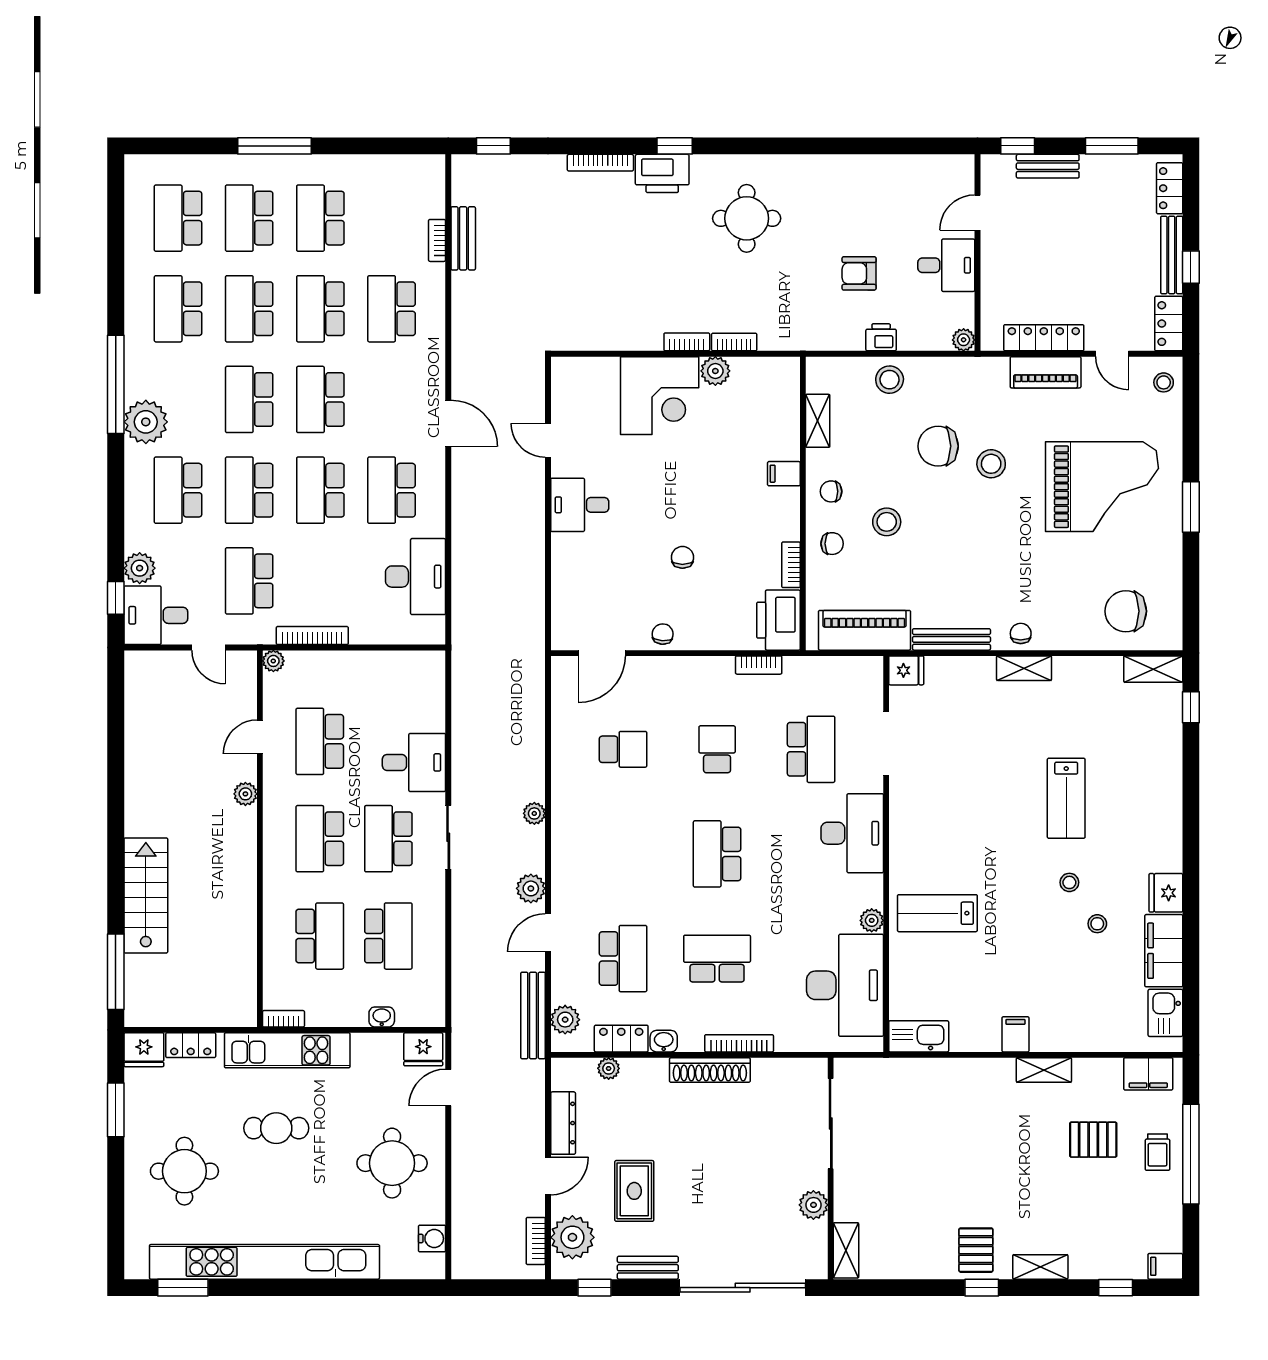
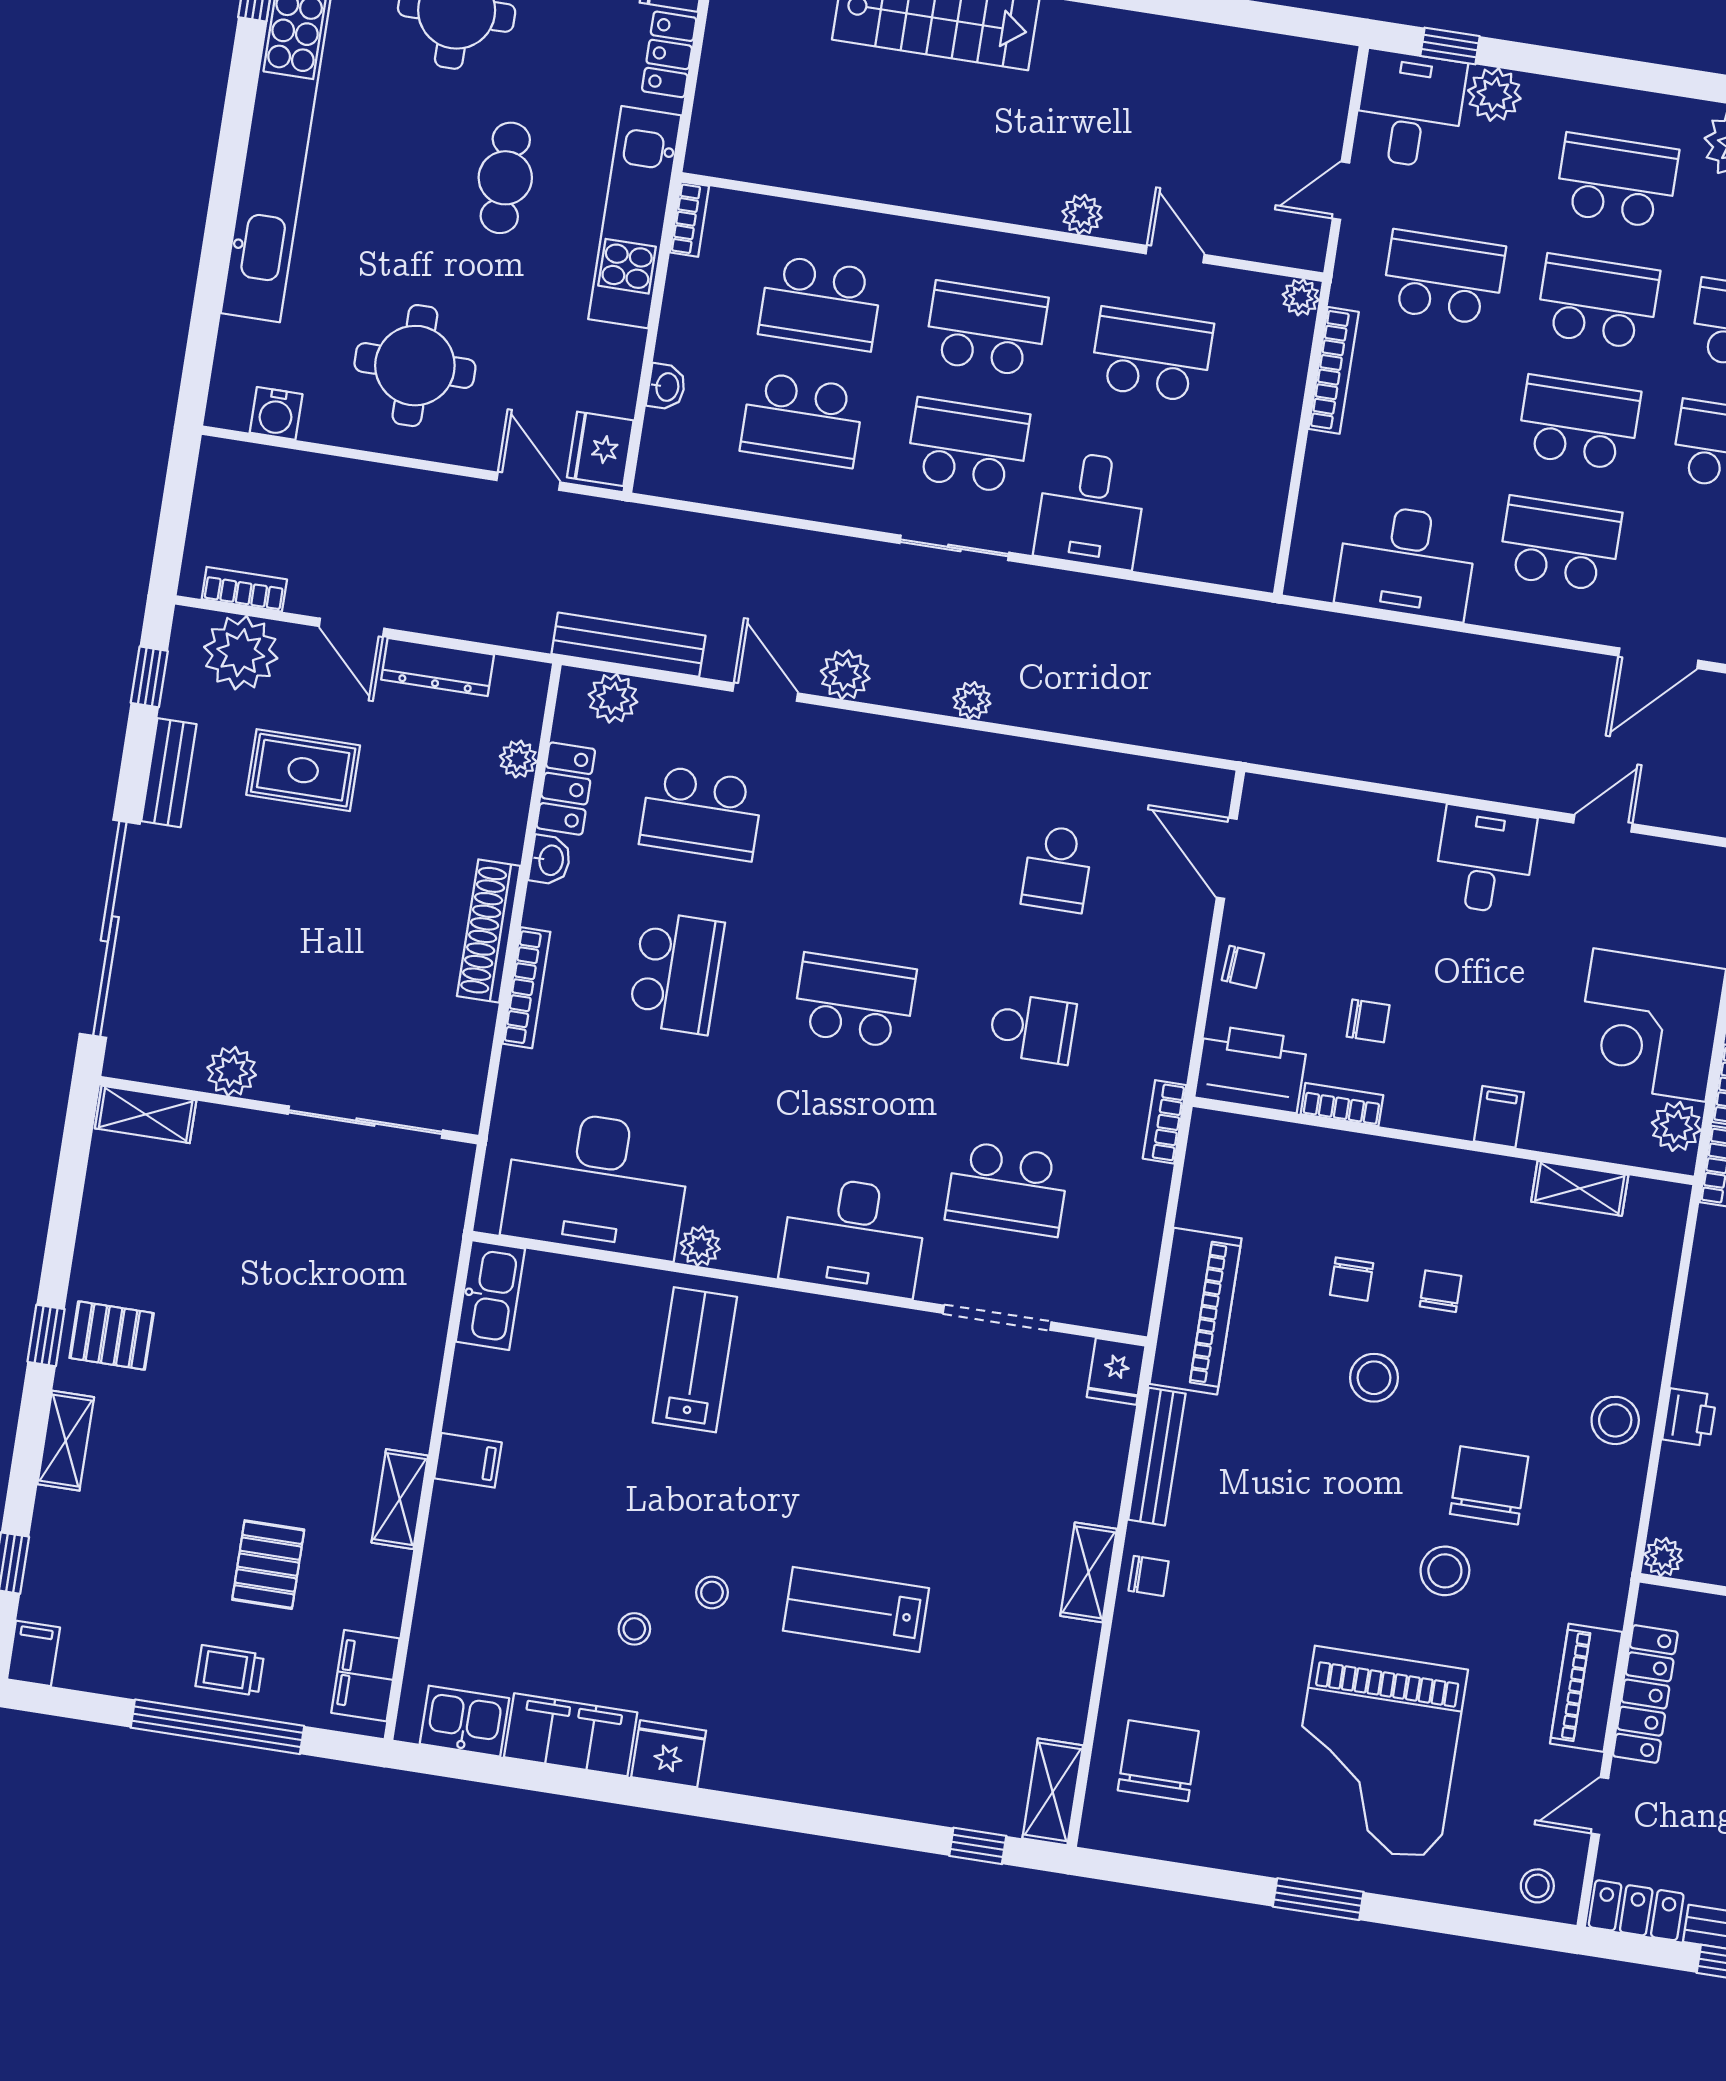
shelving: (818, 421) -> (1580, 1188), moved
filing cabinet: (784, 474) -> (1499, 1117), moved
wall: (803, 503) -> (1443, 1141), moved
bookcase: (791, 565) -> (1342, 1105), moved
printer: (779, 620) -> (1251, 1069), moved

